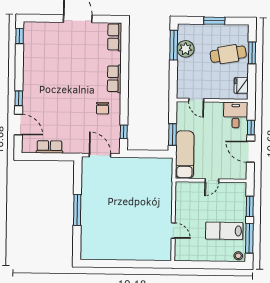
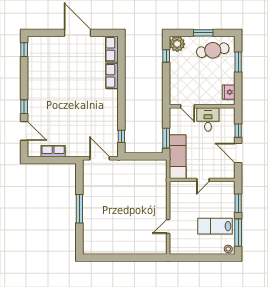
window: (174, 45) -> (166, 56), width x0.46
plant: (186, 49) -> (177, 44), moved
cafe table: (228, 54) -> (213, 50), moved
row of seats: (114, 79) -> (112, 76), moved
chair: (102, 108) -> (101, 115), removed
desk: (236, 115) -> (208, 119), moved
door: (173, 231) -> (168, 226), swing flipped

